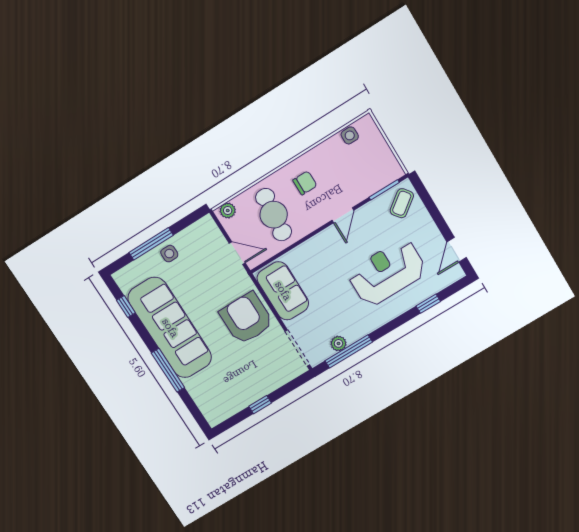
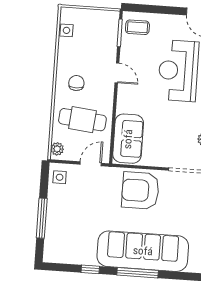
coffee table: (402, 203) -> (137, 27), turned -53
side table: (169, 254) -> (60, 177), moved
sofa: (283, 291) -> (128, 139), moved, turned 90
window: (126, 307) -> (90, 269), moved
sofa: (170, 328) -> (143, 251), moved

